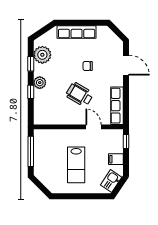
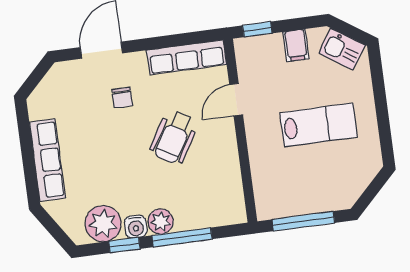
chair: (88, 66) -> (122, 98), moved
water cooler: (39, 70) -> (136, 227), added
window: (31, 92) -> (182, 237), width x2.17

